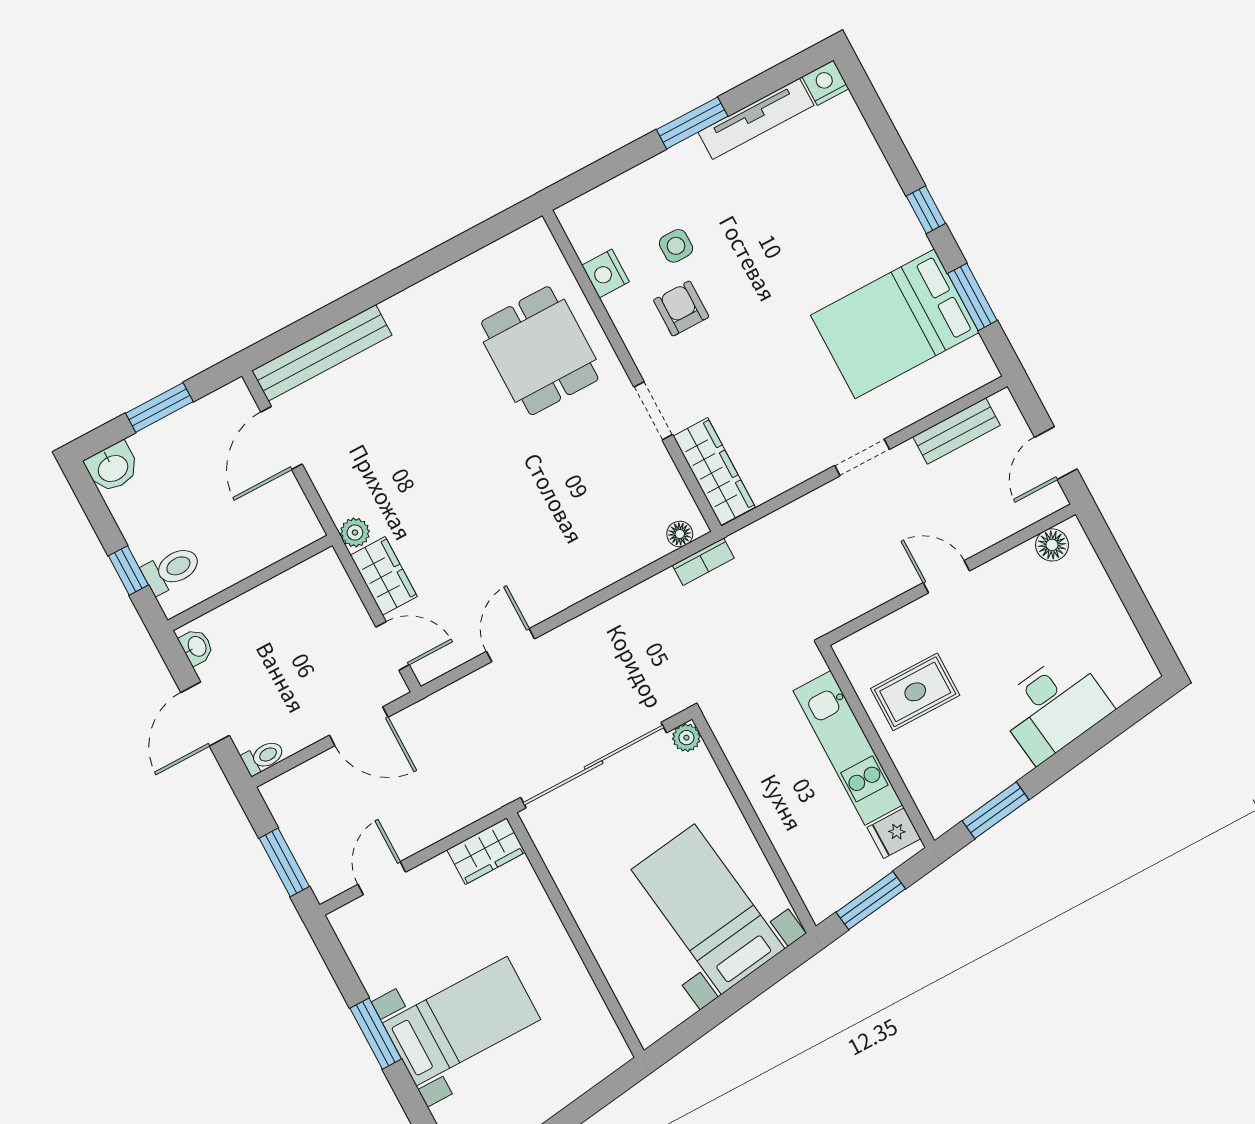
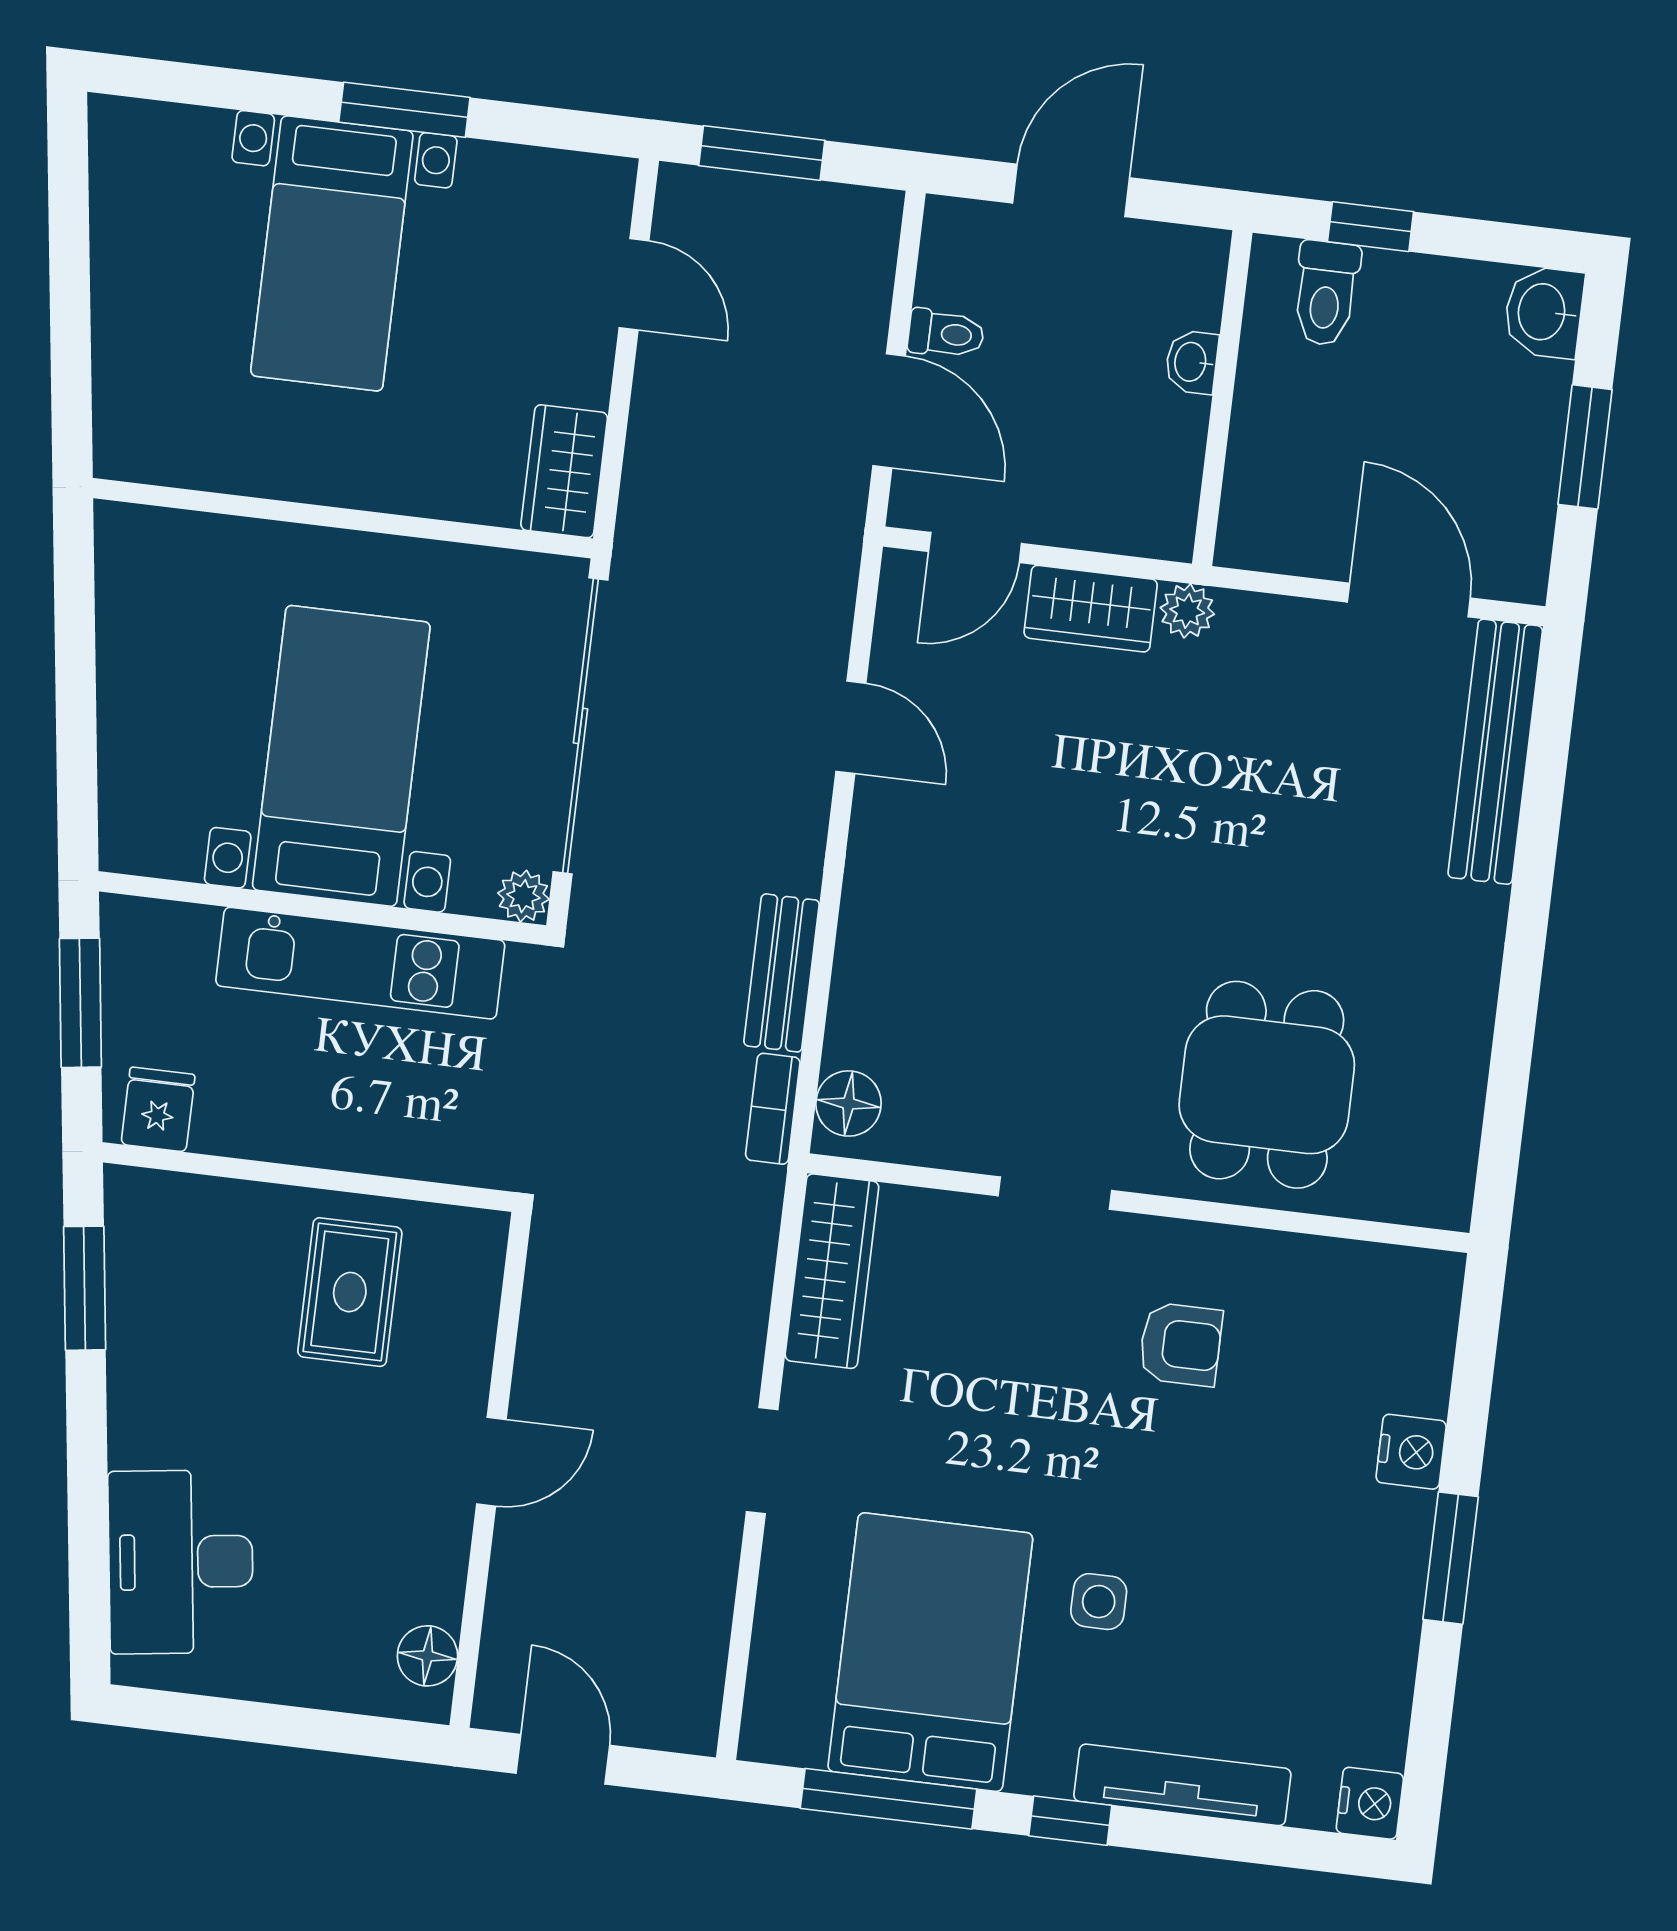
tv unit: (756, 119) -> (1182, 1785), moved, turned 90
side table: (676, 246) -> (1099, 1602), moved
nightstand: (606, 274) -> (1411, 1452), moved, turned 90
window: (972, 297) -> (888, 1799), width x1.44
dining table: (540, 351) -> (1267, 1085), turned 90
bench: (957, 431) -> (782, 973), moved
wardrobe: (714, 472) -> (832, 1271), moved, turned -90
floor lamp: (680, 534) -> (848, 1103), width x1.37, depth x1.37
washbasin: (196, 647) -> (1192, 362), moved, turned 90
desk: (1054, 707) -> (181, 1562), moved
door: (205, 714) -> (1071, 190), hinge flipped
door: (359, 726) -> (889, 411), swing flipped
kitchen unit: (848, 748) -> (360, 963), moved, turned 180
toilet: (263, 757) -> (946, 334), moved, turned -90
bed with nightstands: (708, 909) -> (341, 756), moved, turned -82

